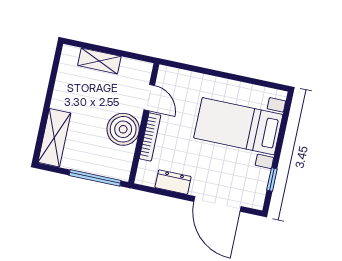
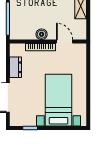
door: (149, 98) -> (65, 42), swing flipped
boiler: (123, 129) -> (42, 34), width x0.54, depth x0.54

